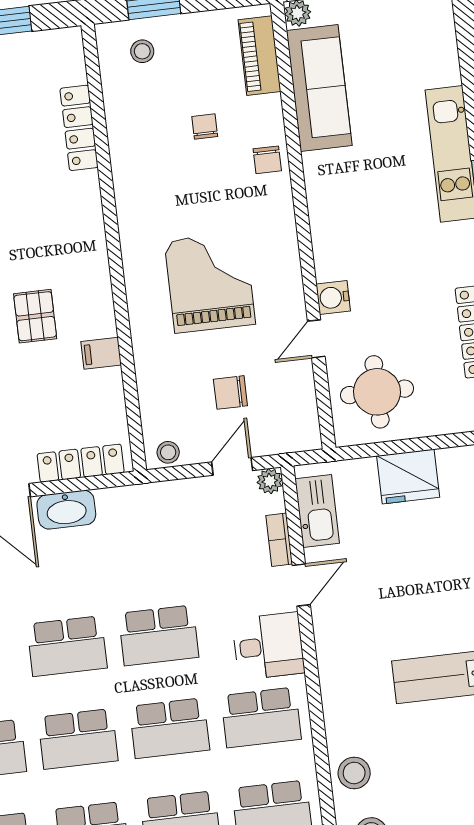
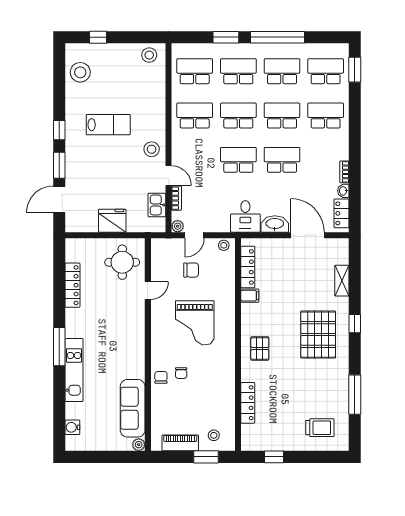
piano: (259, 56) -> (180, 443), moved, turned -90
chair: (205, 127) -> (181, 373), moved
water cooler: (333, 298) -> (72, 427), moved, turned 180
pallet: (35, 316) -> (260, 348), moved
locker: (81, 463) -> (248, 267), moved, turned -90
kitchen sink: (317, 511) -> (157, 205), width x0.73
door: (301, 585) -> (169, 176), swing flipped
desk: (268, 646) -> (245, 216), moved, turned -90
stool: (354, 773) -> (152, 149), moved

